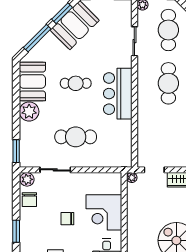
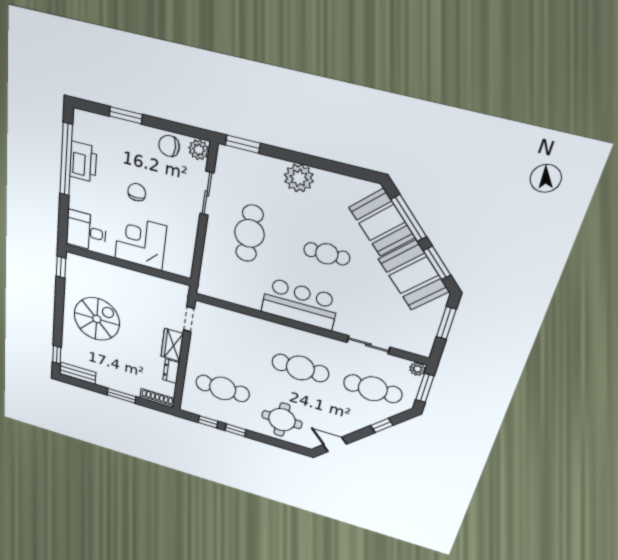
booth: (32, 81) -> (382, 223), moved, turned 45
cafe table: (76, 83) -> (327, 254), turned 90
plant: (132, 178) -> (183, 290), removed

